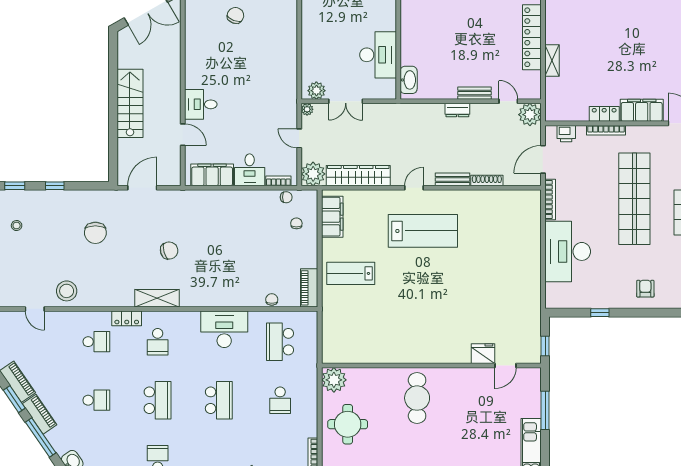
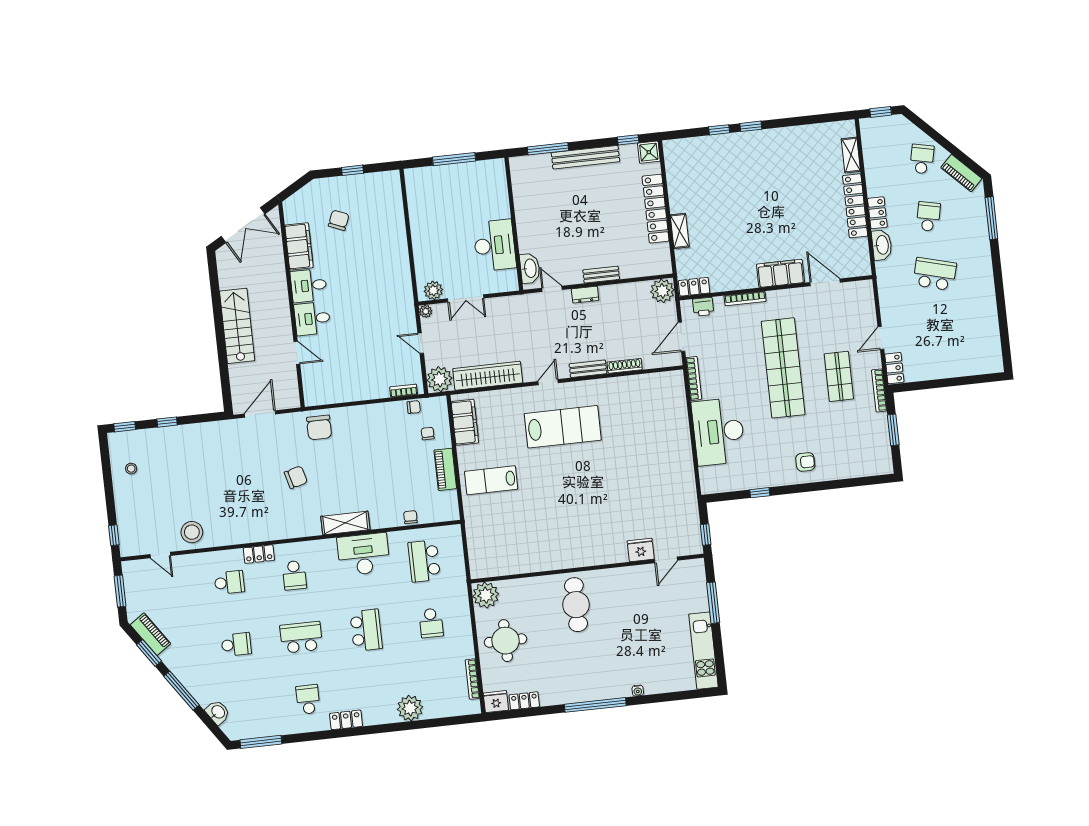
door: (508, 101) -> (552, 289), moved
locker: (604, 114) -> (694, 287), moved
desk: (250, 170) -> (309, 286), moved, turned 90
filing cabinet: (212, 175) -> (299, 246), moved, turned 90
chair: (95, 233) -> (319, 427), moved
piano: (309, 288) -> (445, 469), moved
armchair: (645, 289) -> (805, 462), turned 90
shelving: (157, 298) -> (345, 523), moved
school desk: (158, 400) -> (301, 637), turned -90
piano: (40, 414) -> (178, 666), removed

